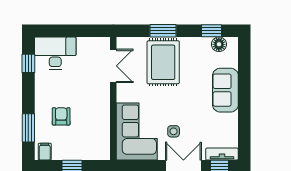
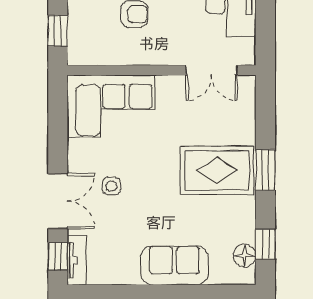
double door: (113, 66) -> (211, 70), moved
wall: (113, 99) -> (162, 70), moved
corner sofa: (137, 132) -> (111, 106), moved

